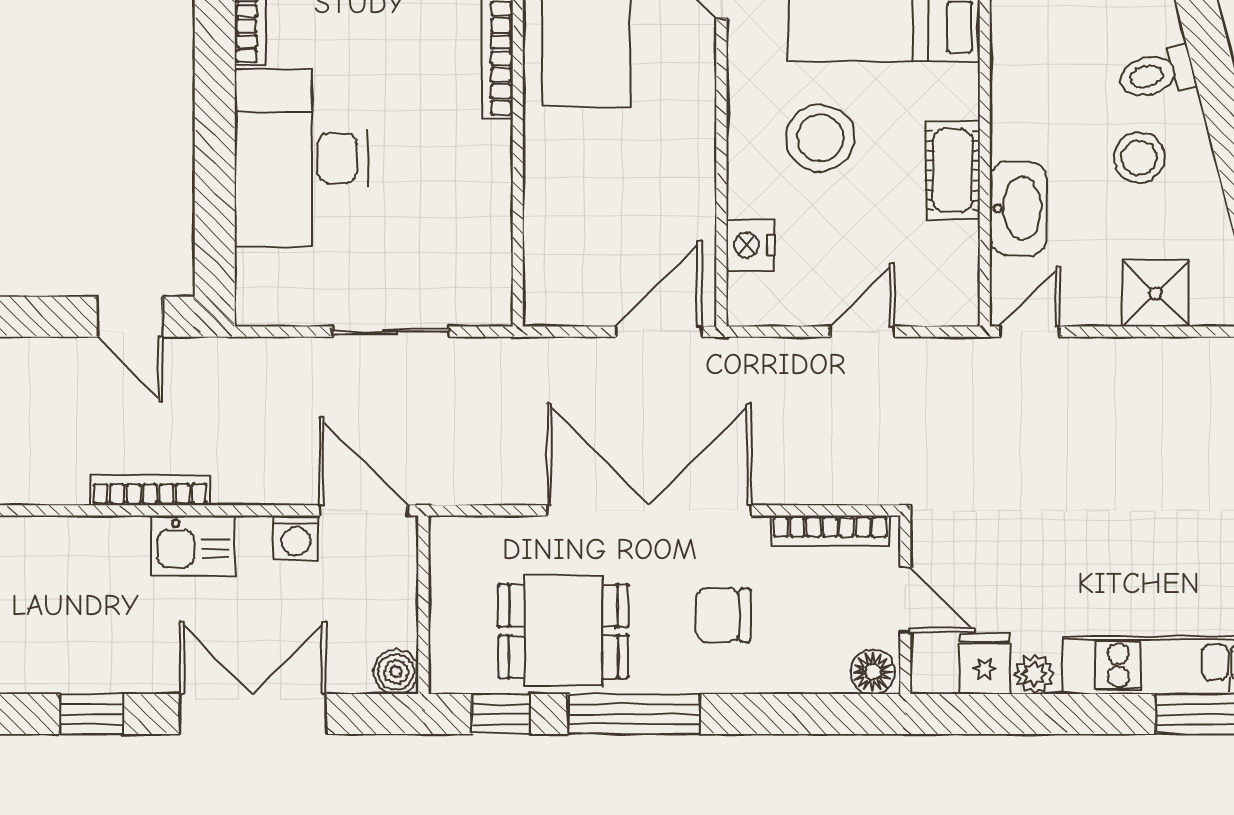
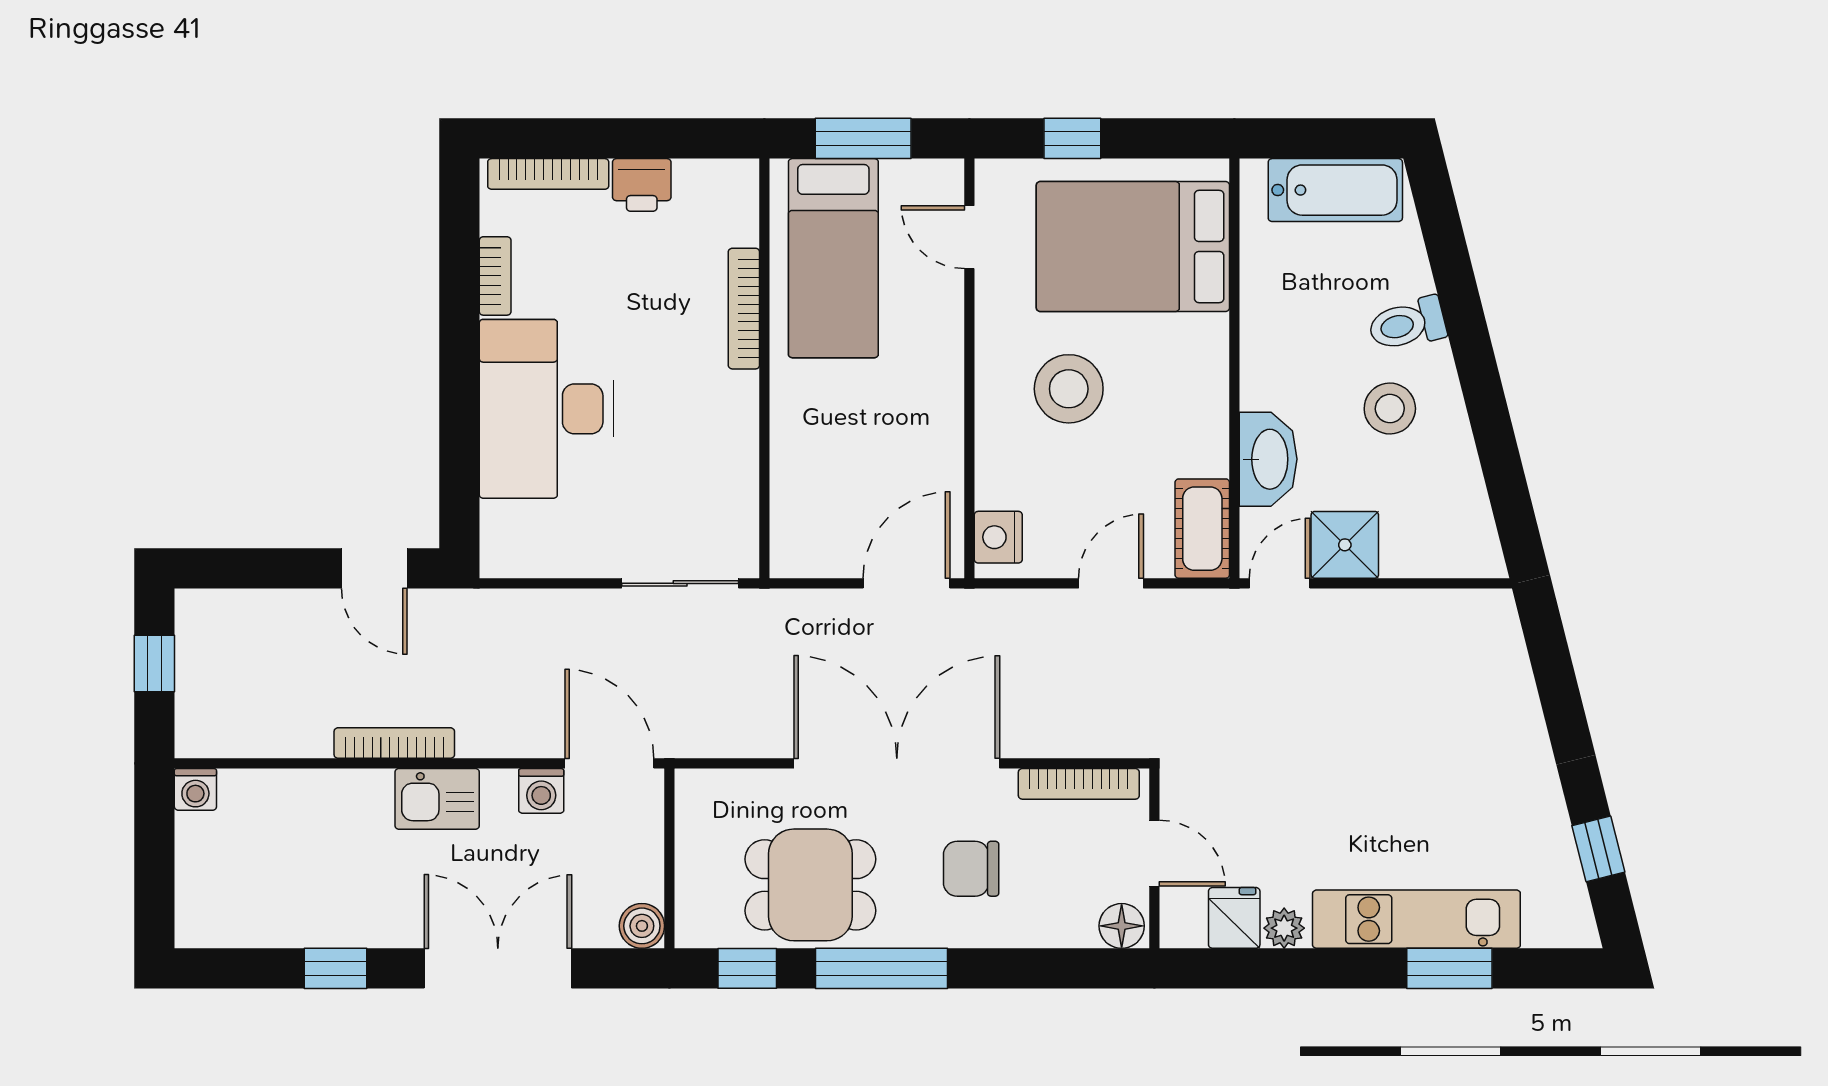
cot: (953, 170) -> (1202, 529), moved
nightstand: (750, 245) -> (998, 537), moved
shower: (1155, 293) -> (1345, 545), moved
sliding door: (390, 332) -> (680, 583), moved

